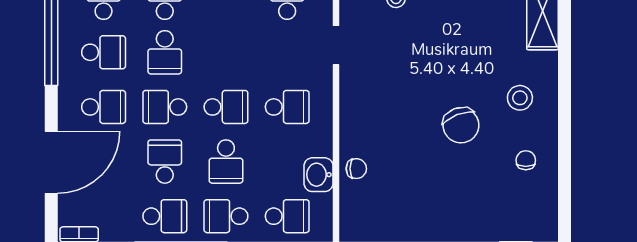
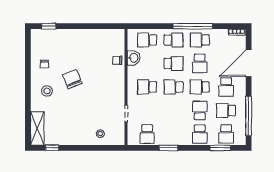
school desk: (104, 107) -> (226, 87), turned -90
school desk: (165, 107) -> (200, 87), turned 180
school desk: (226, 162) -> (173, 63), turned 90

